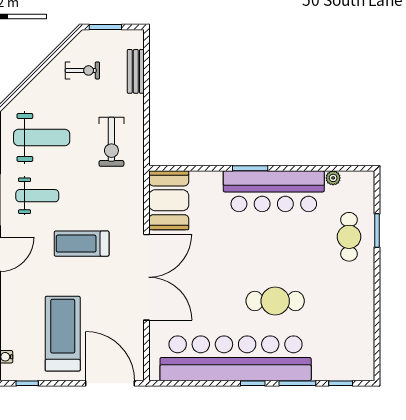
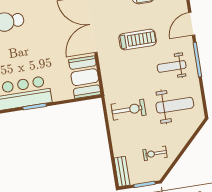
bench: (136, 71) -> (122, 172), moved
weight bench: (42, 137) -> (175, 105), turned 180
exercise bike: (111, 142) -> (129, 110), turned 90

